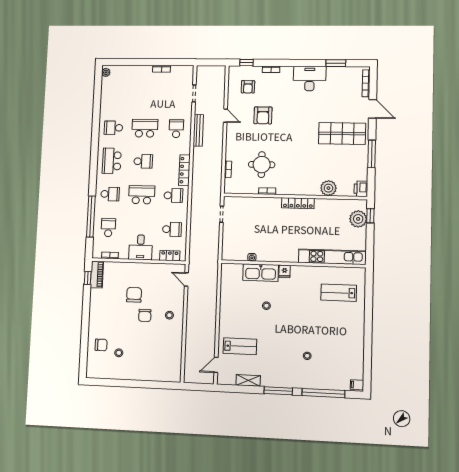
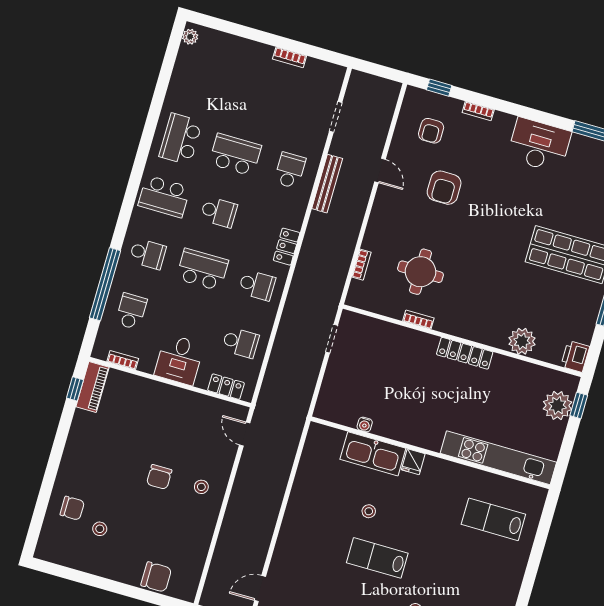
school desk: (113, 128) -> (181, 139), width x1.85
school desk: (112, 161) -> (164, 196), turned -90
locker: (184, 170) -> (287, 247), width x0.66
chair: (134, 295) -> (156, 577), moved, turned 90
lab bench: (240, 346) -> (377, 558), moved, turned 180

